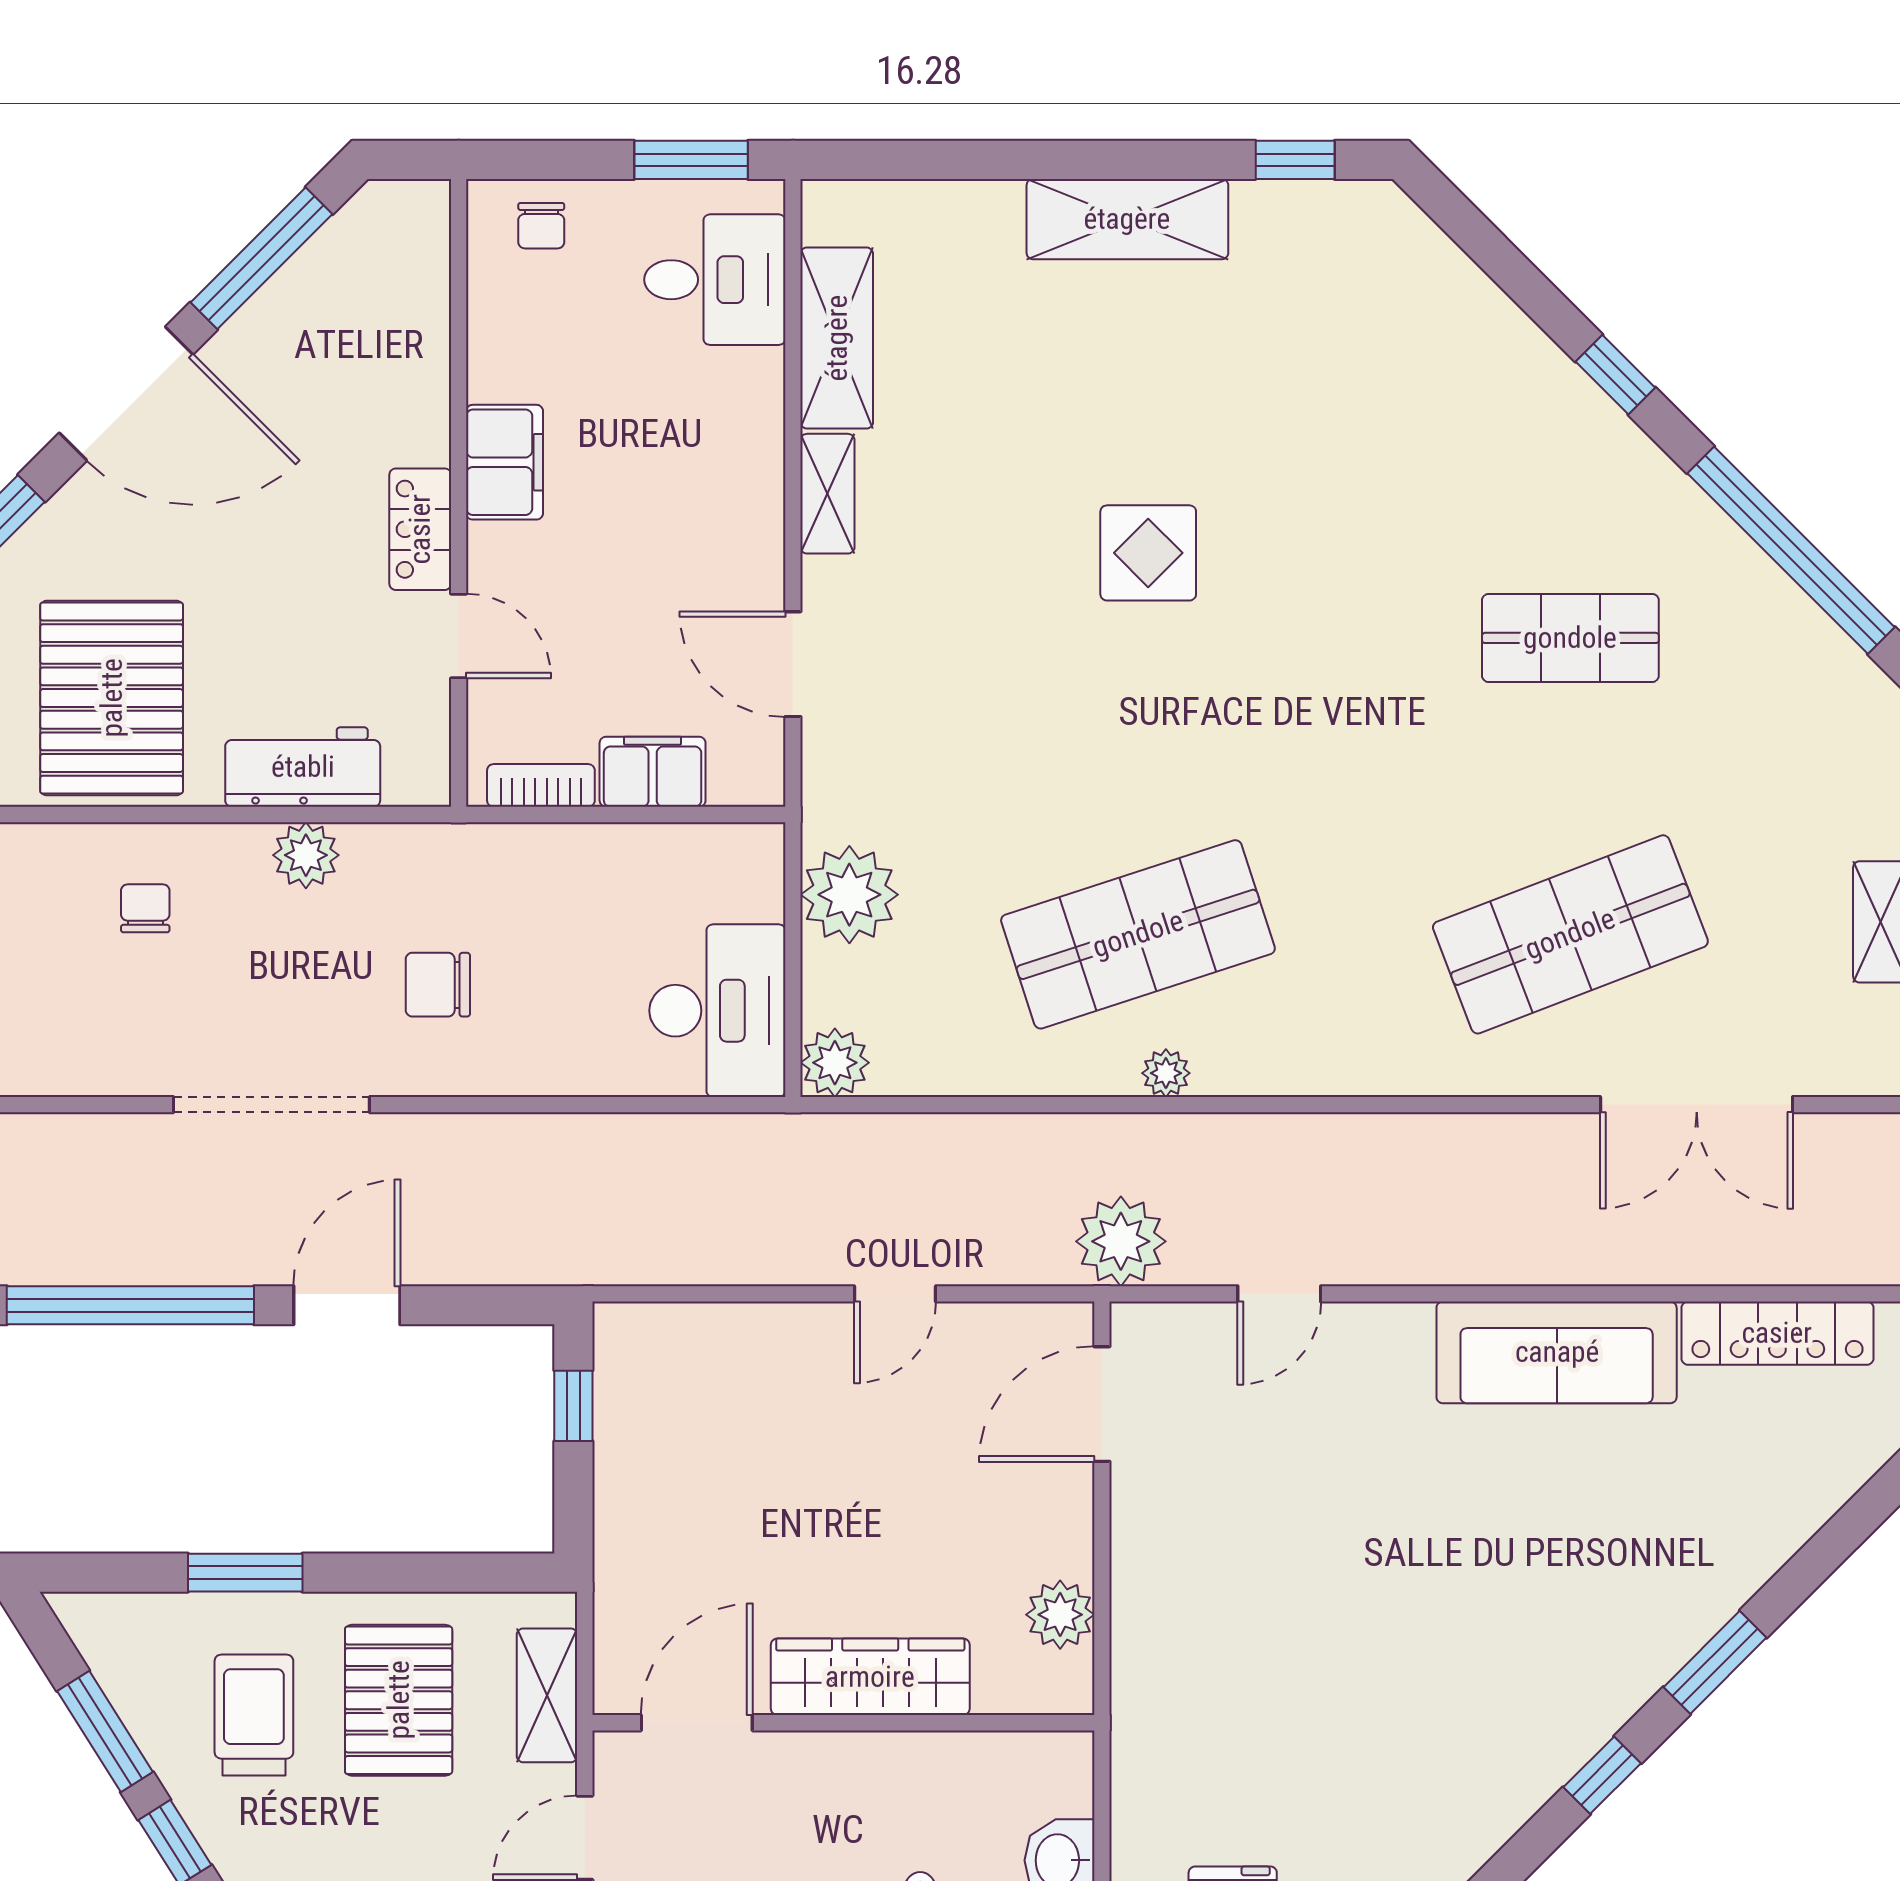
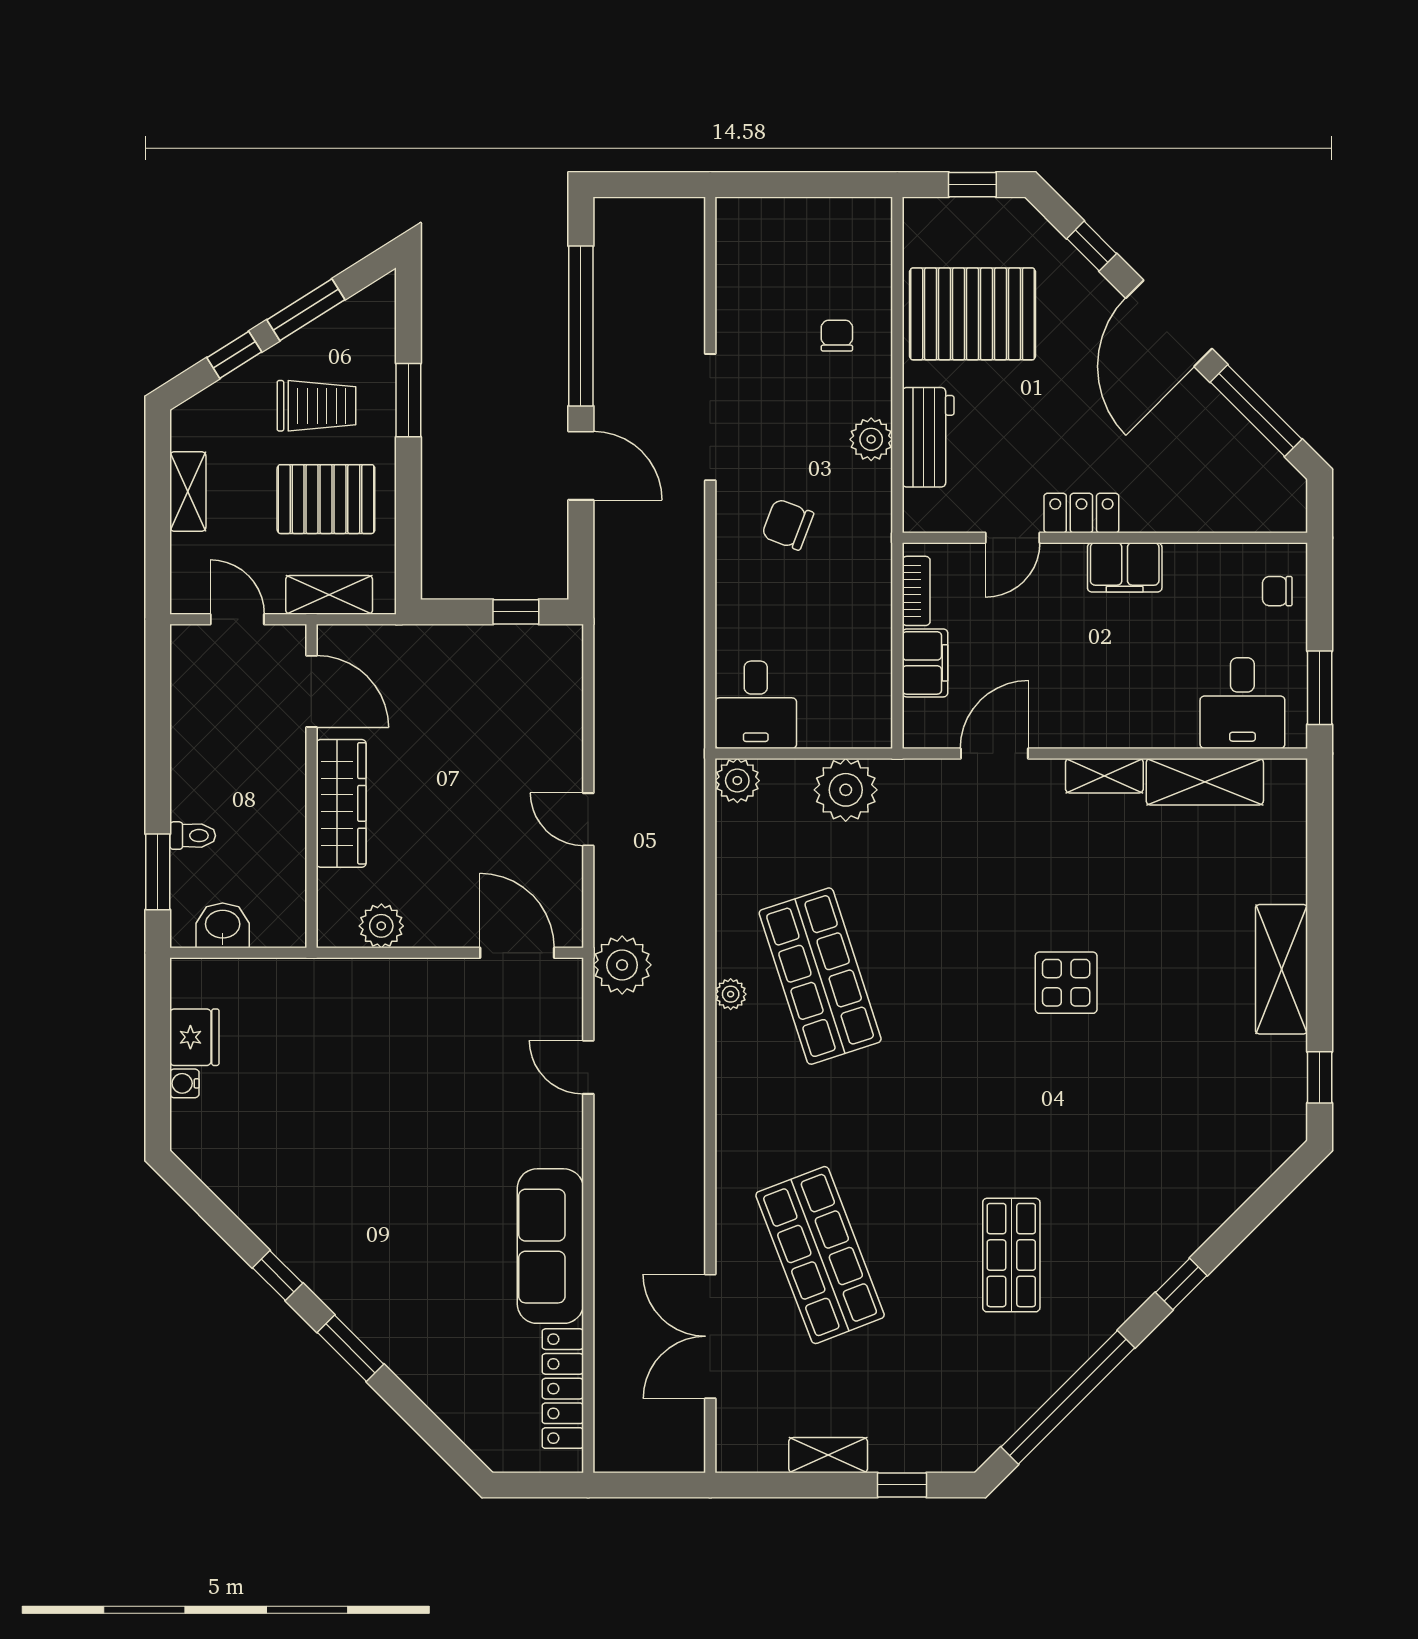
chair: (145, 908) -> (837, 336), turned -90
chair: (438, 985) -> (788, 524), turned -69
desk: (717, 1011) -> (756, 705), width x0.73

